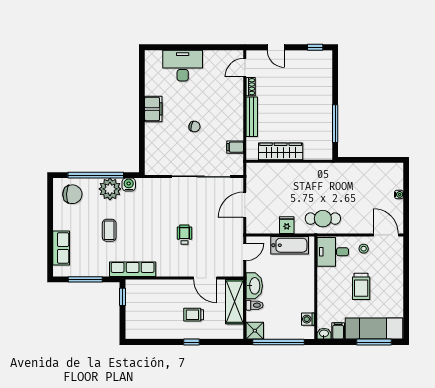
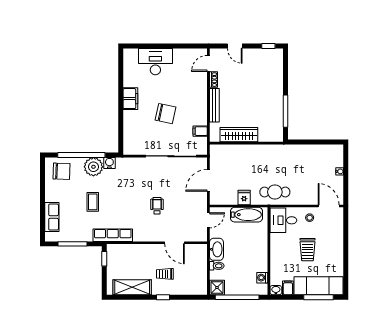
chair: (194, 127) -> (166, 114), width x1.87, depth x1.87
shelving: (235, 302) -> (132, 287), moved, turned 90

